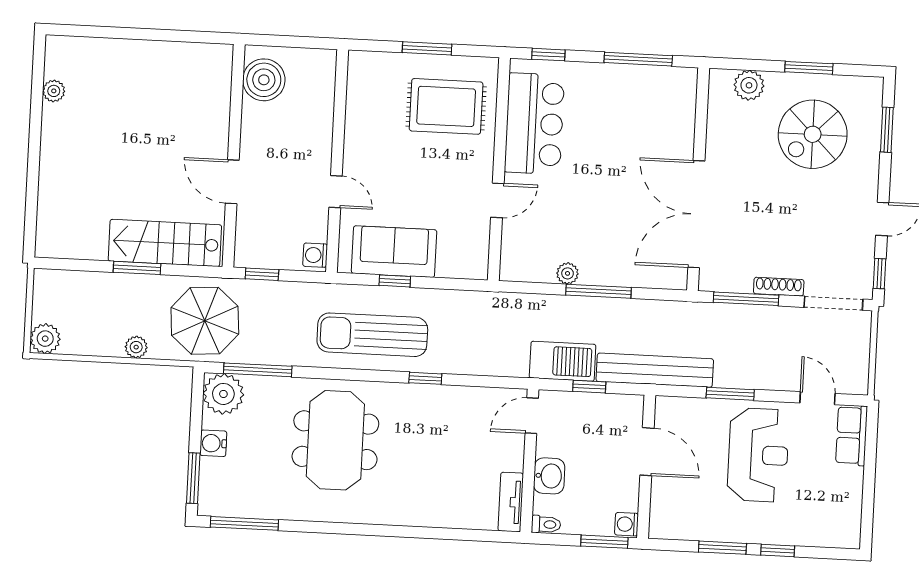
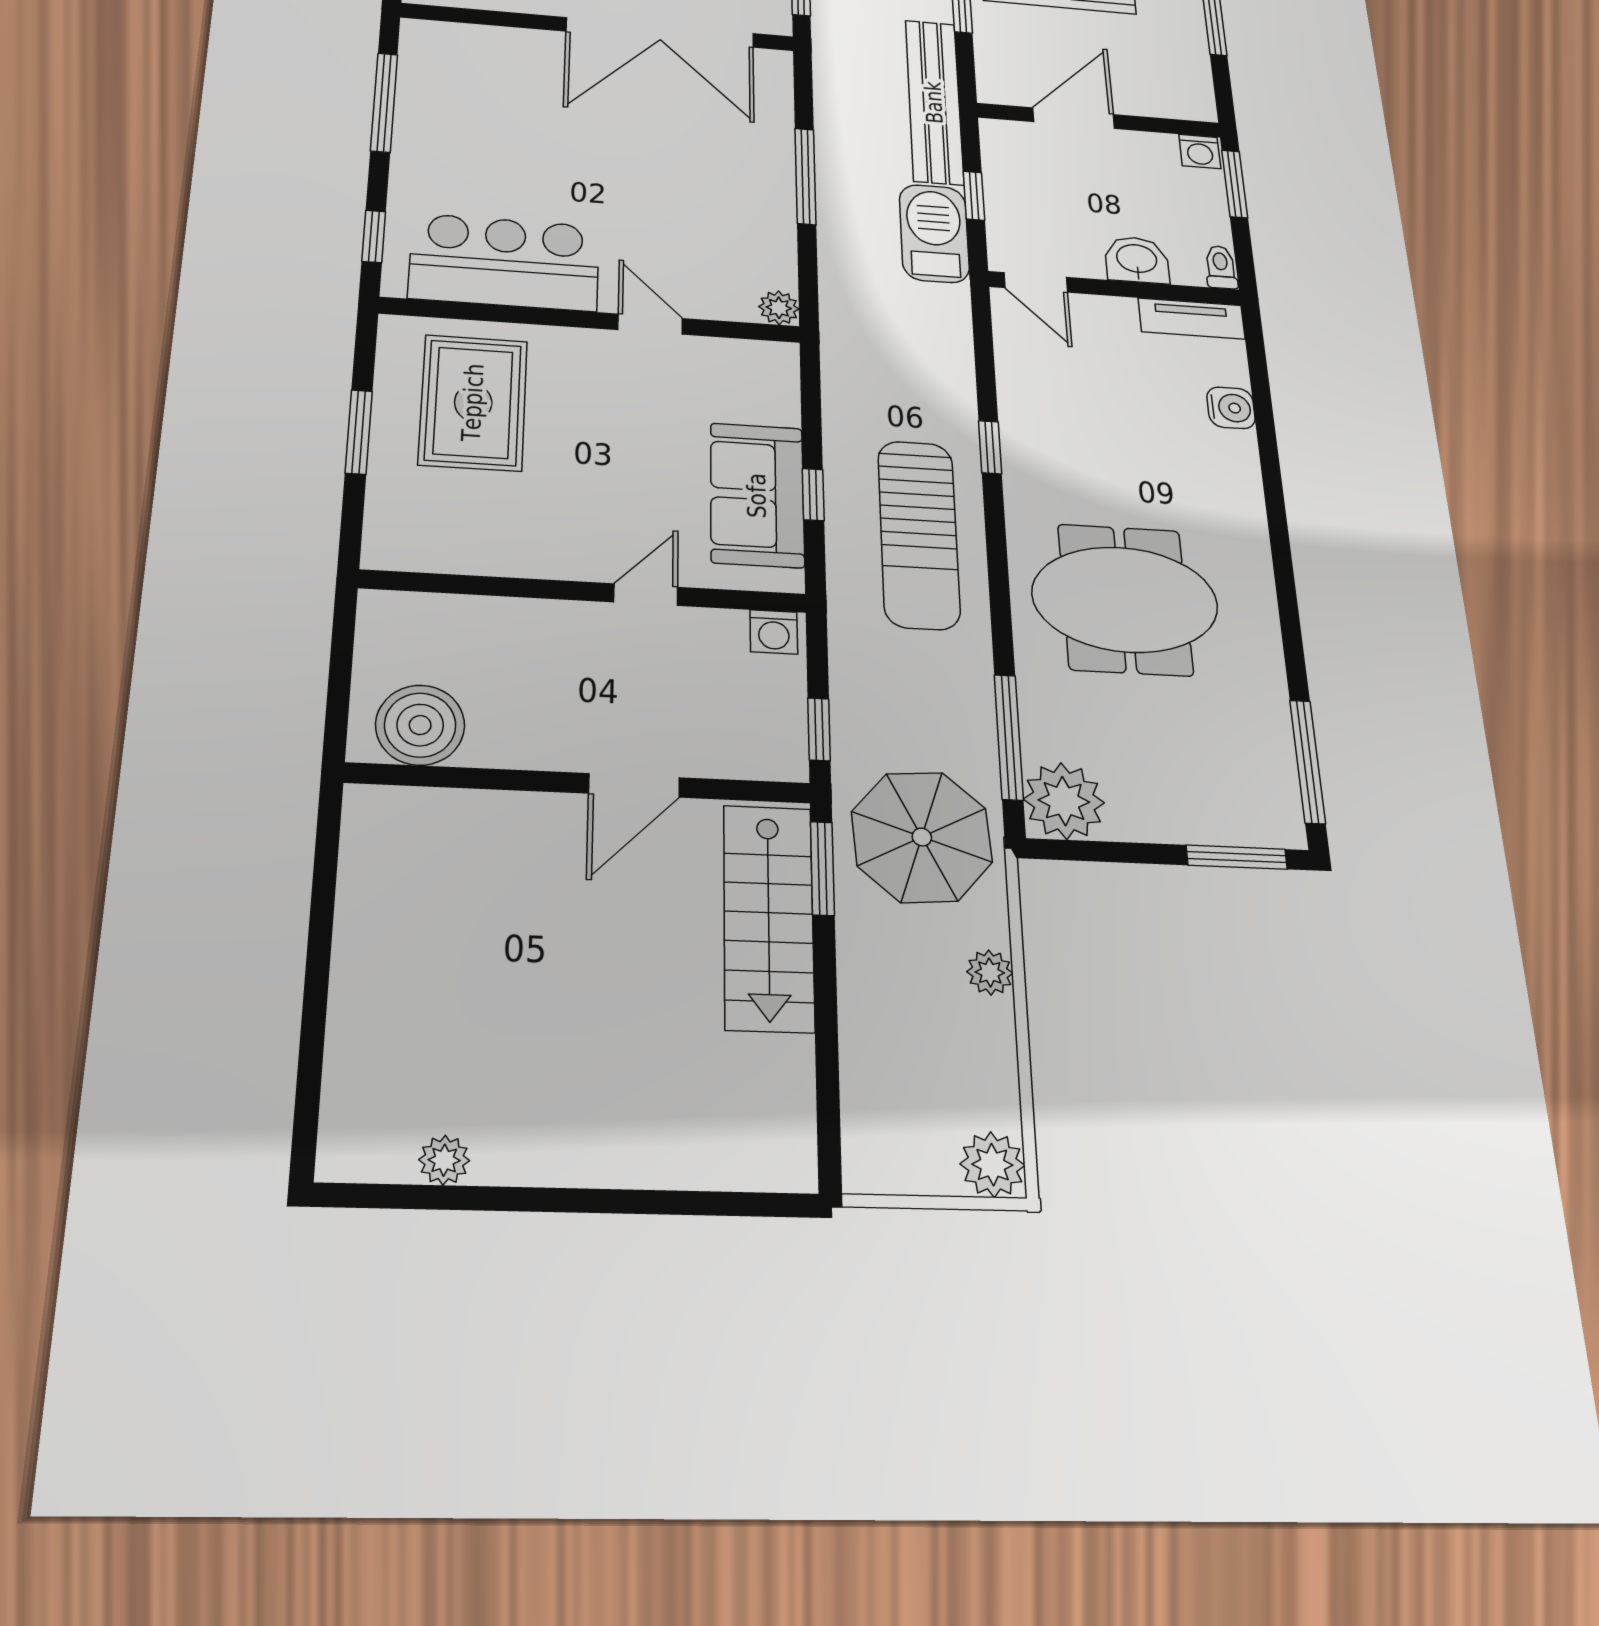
window: (137, 268) -> (822, 868), moved
plant: (568, 273) -> (779, 308), moved
water cooler: (213, 443) -> (1231, 408), moved, turned -90

